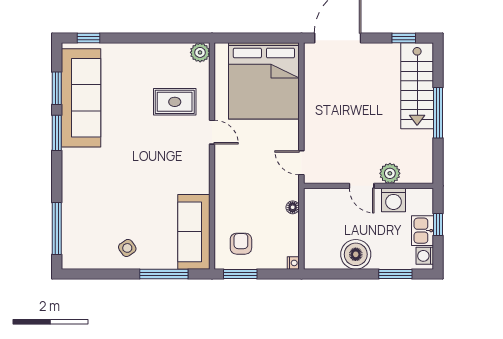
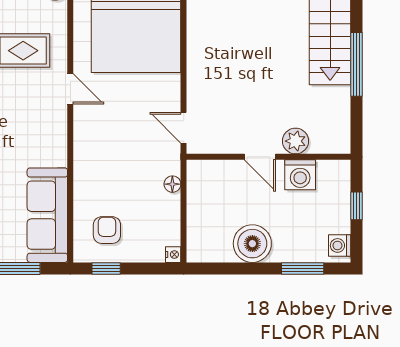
kitchen sink: (422, 231) -> (337, 214), removed
window: (240, 274) -> (106, 268), width x0.67

